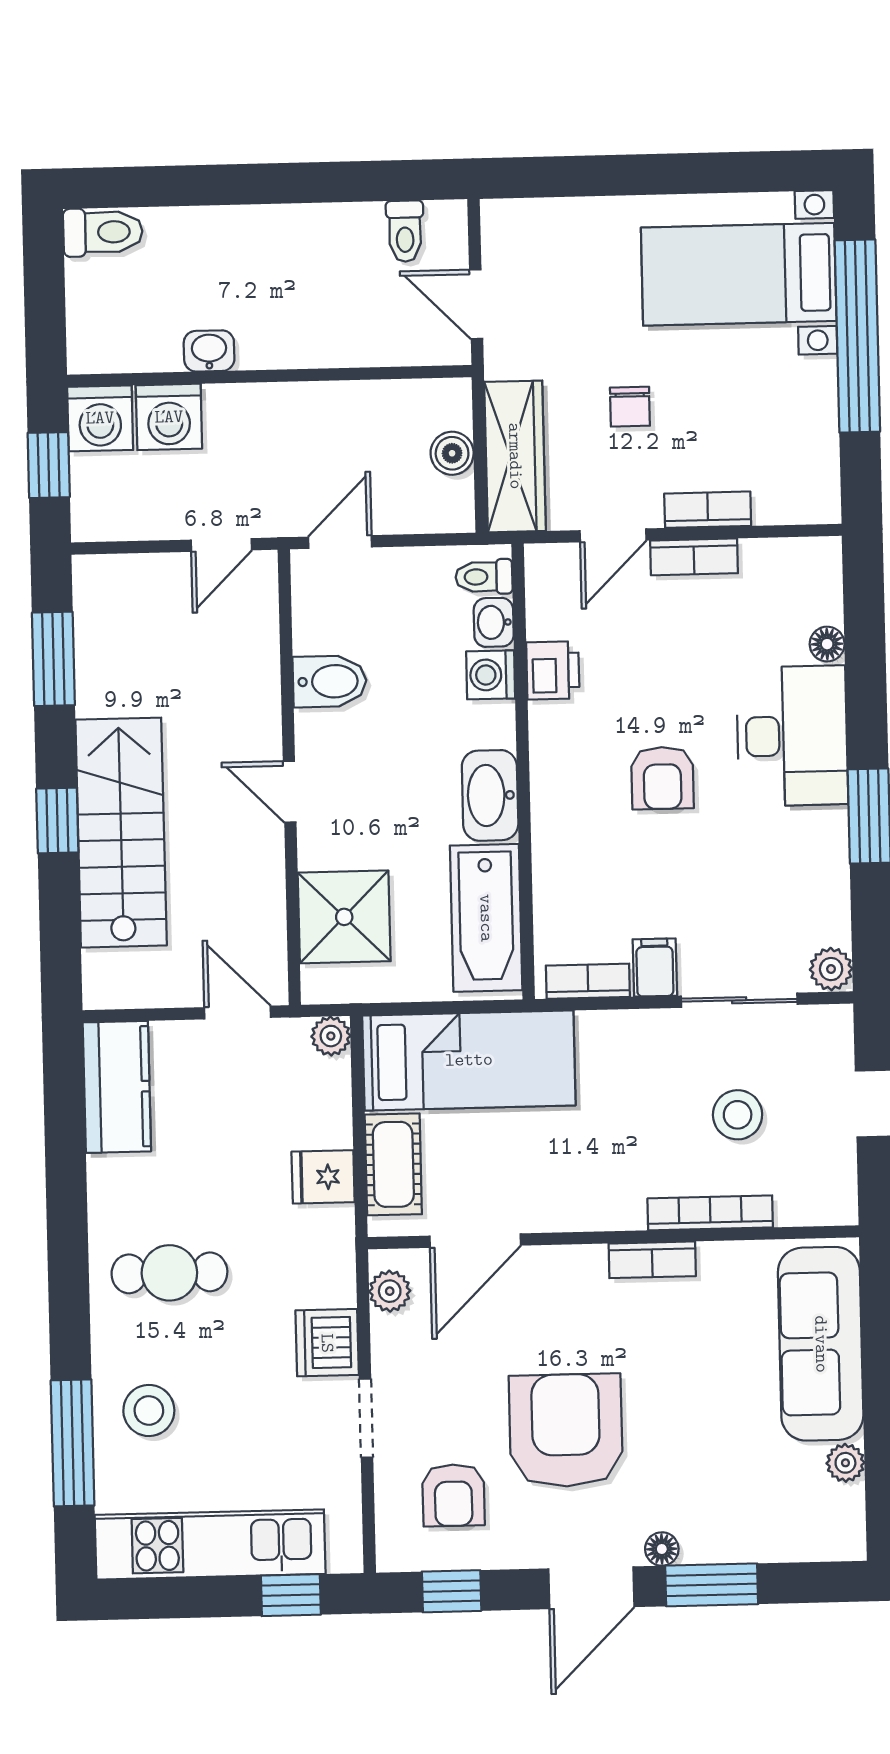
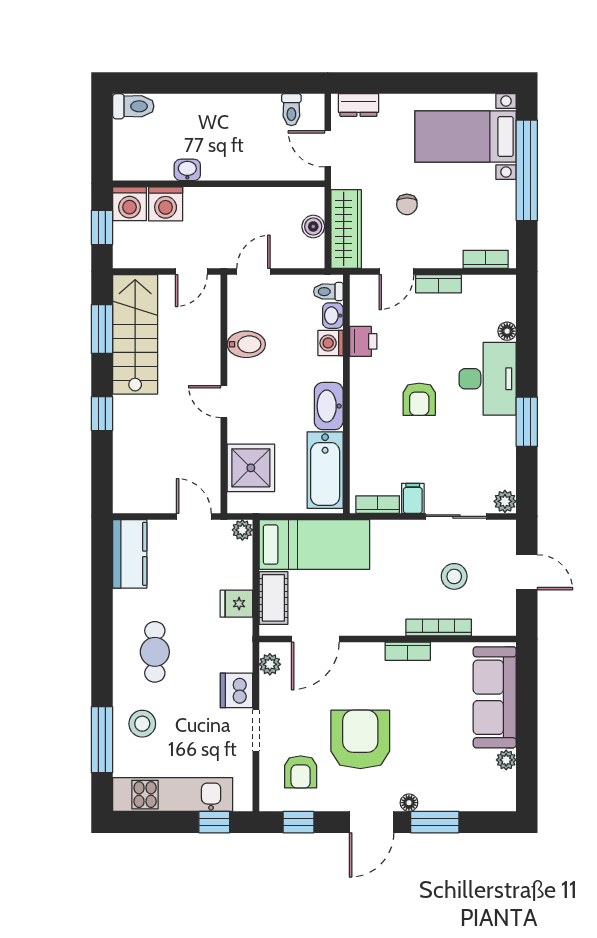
dresser: (533, 219) -> (358, 105), added
bookcase: (708, 510) -> (486, 259), moved
stairs: (121, 833) -> (135, 334), moved
cafe table: (169, 1273) -> (155, 652), turned 90

